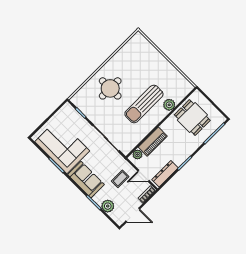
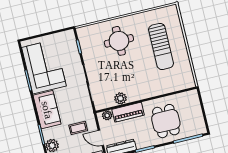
sun lounger: (144, 104) -> (161, 46), moved, turned -90
plant: (169, 105) -> (120, 98), moved
dining table: (192, 117) -> (166, 121), moved

